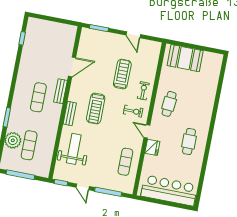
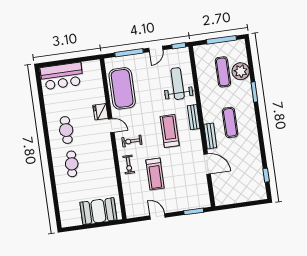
door: (72, 67) -> (207, 164), swing flipped
cafe table: (169, 104) -> (72, 164), moved
weight bench: (74, 149) -> (178, 84), turned 180
exercise mat: (125, 162) -> (122, 88), width x2.00, depth x1.45
door: (83, 187) -> (156, 49), swing flipped
bar counter: (169, 190) -> (62, 76), width x0.73

